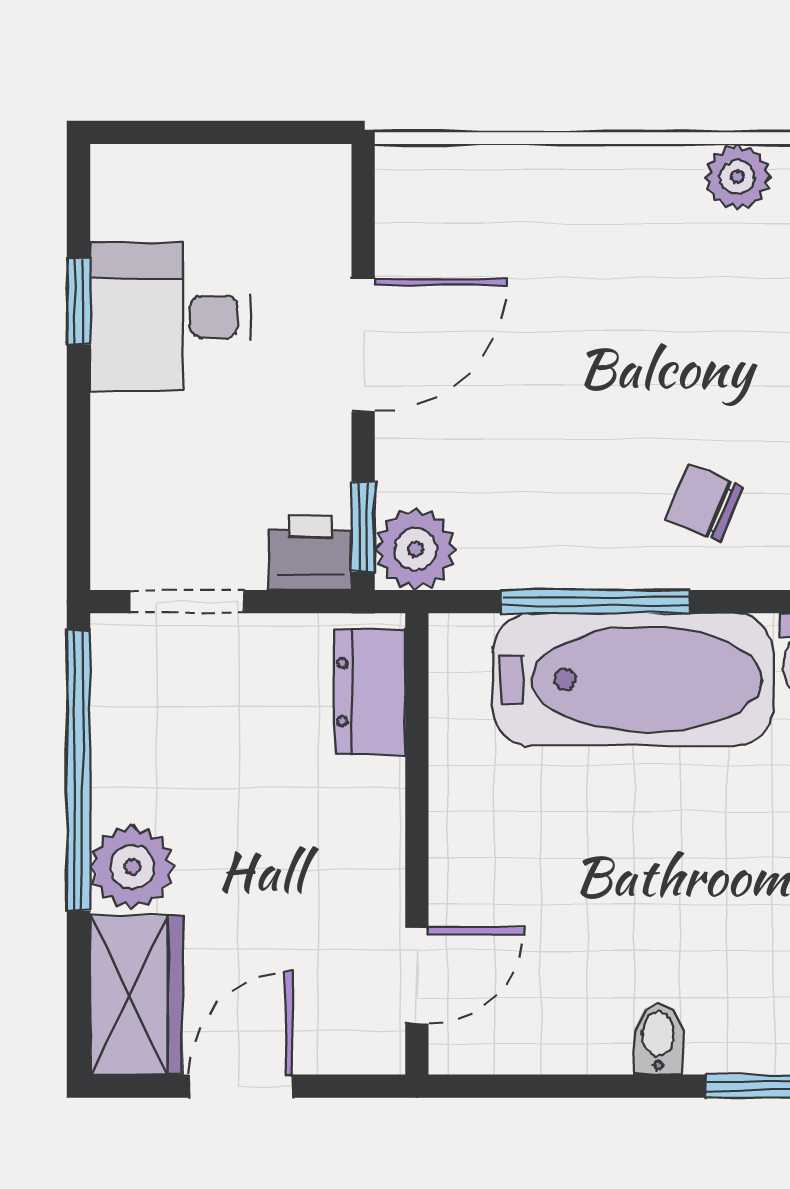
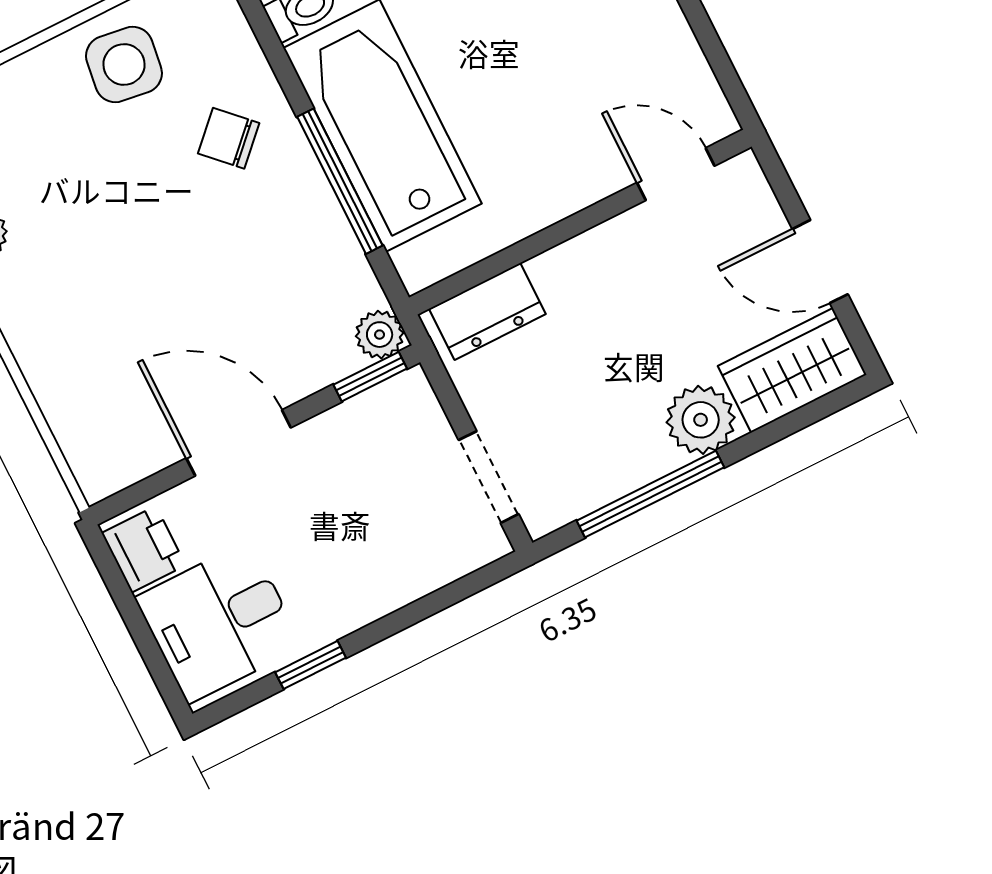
desk: (170, 317) -> (219, 622), moved, turned 90
chair: (704, 503) -> (229, 138), turned 112
plant: (415, 549) -> (380, 335), width x0.73, depth x0.73
printer: (310, 552) -> (144, 549), moved, turned 180
window: (78, 770) -> (650, 494), width x0.68

